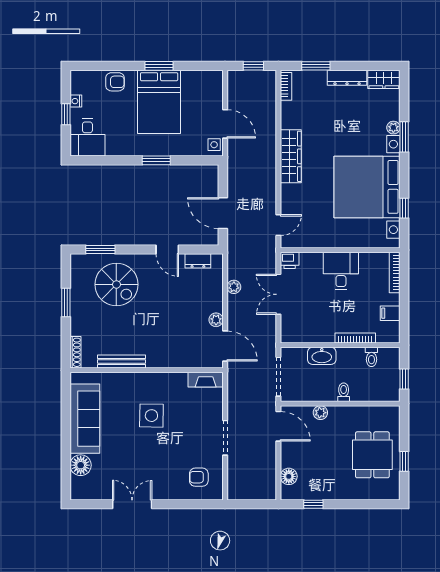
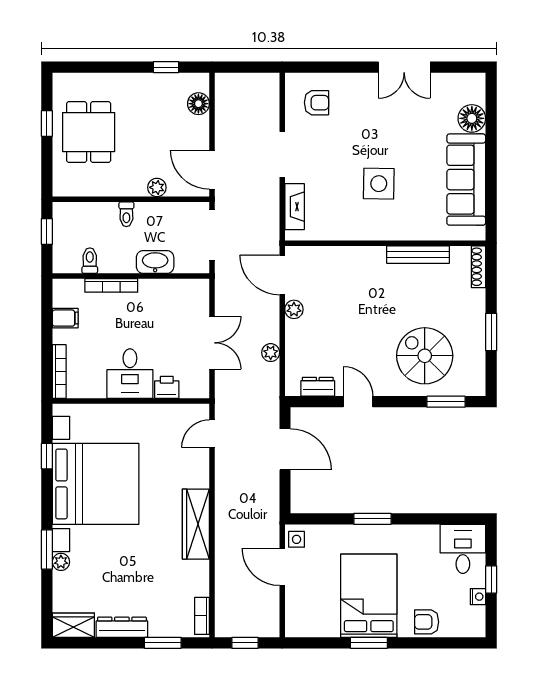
printer: (290, 260) -> (167, 387), moved
fireplace: (206, 380) -> (295, 207), moved, turned 90

